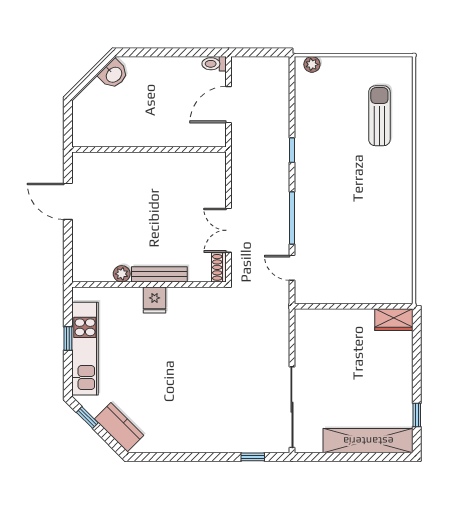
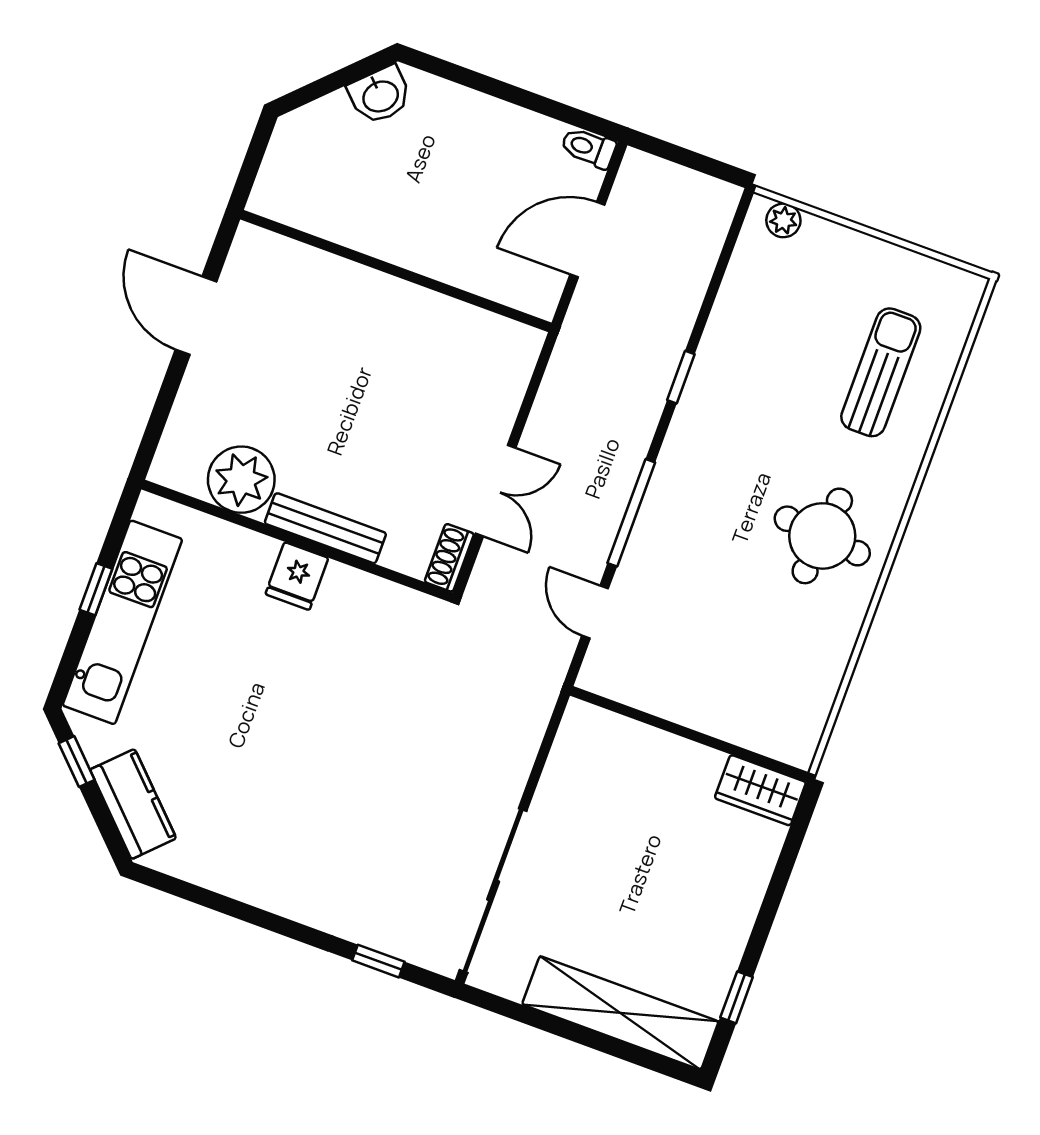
round table: (380, 197) -> (822, 536), added
double door: (228, 230) -> (495, 491), swing flipped
plant: (122, 274) -> (241, 480), width x1.87, depth x1.87

